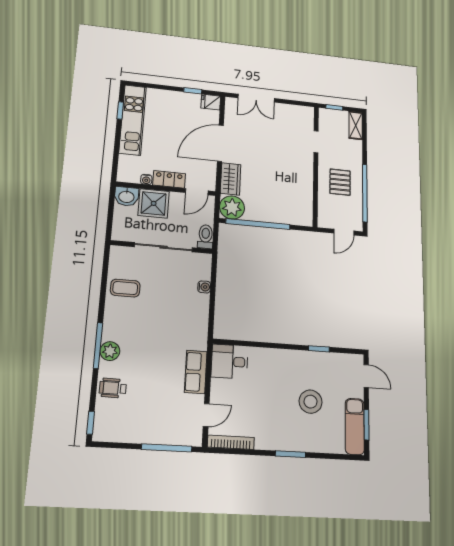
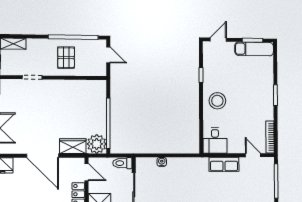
pallet: (340, 182) -> (66, 58), turned 90
stool: (311, 402) -> (217, 101), moved

